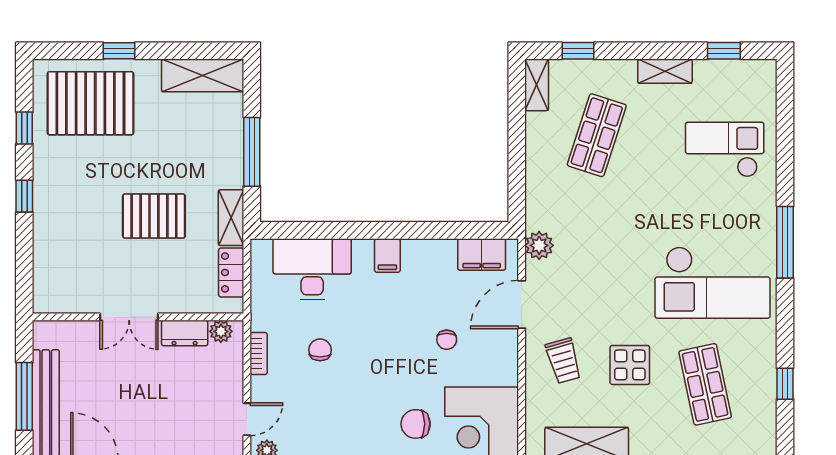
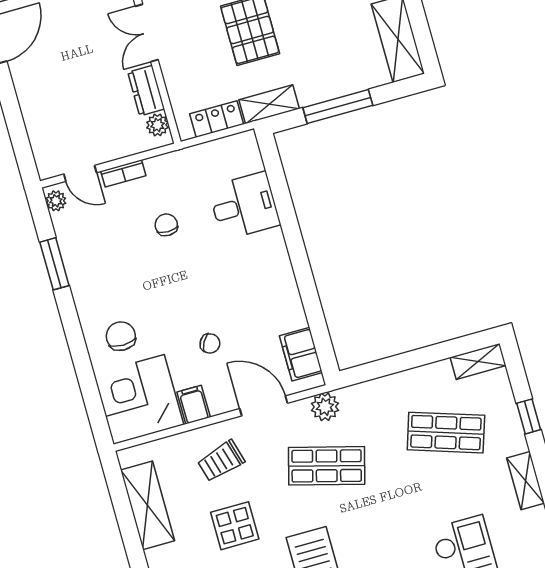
window: (578, 51) -> (529, 416), moved
filing cabinet: (387, 255) -> (194, 405), moved, turned 90
shop shelf: (597, 260) -> (327, 466), added
desk: (312, 269) -> (244, 206), width x0.73
chair: (447, 340) -> (210, 343), turned -151
chair: (320, 350) -> (166, 225), turned -90
bookcase: (259, 354) -> (123, 173), moved

